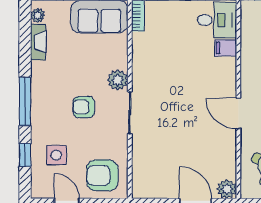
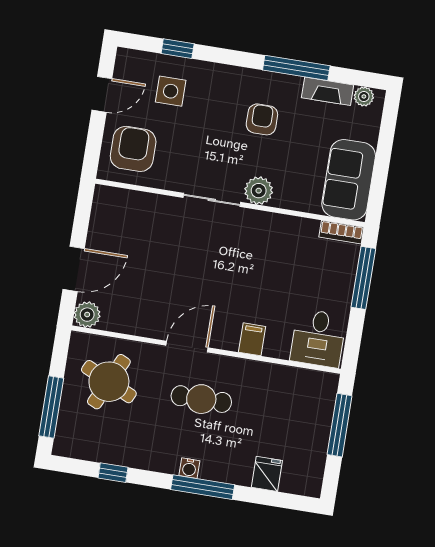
filing cabinet: (226, 48) -> (252, 339), moved
window: (25, 101) -> (296, 68), moved
armchair: (84, 107) -> (262, 119), moved

